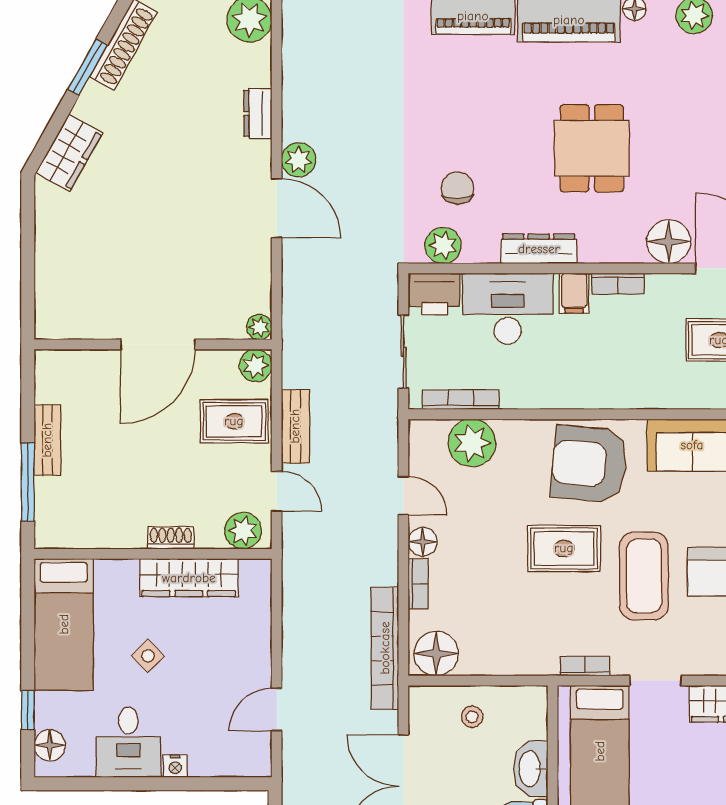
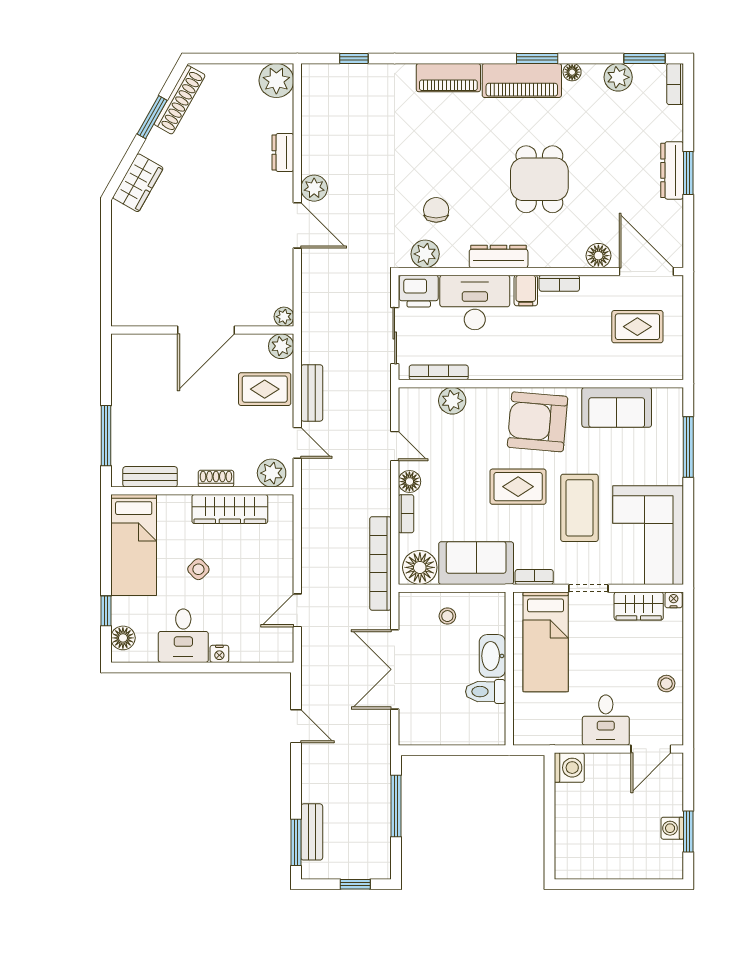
floor lamp: (669, 242) -> (598, 256), width x0.73, depth x0.73
bench: (47, 440) -> (150, 477), moved, turned 90
plant: (472, 443) -> (452, 401), width x0.73, depth x0.73
sofa: (509, 648) -> (476, 563), added

